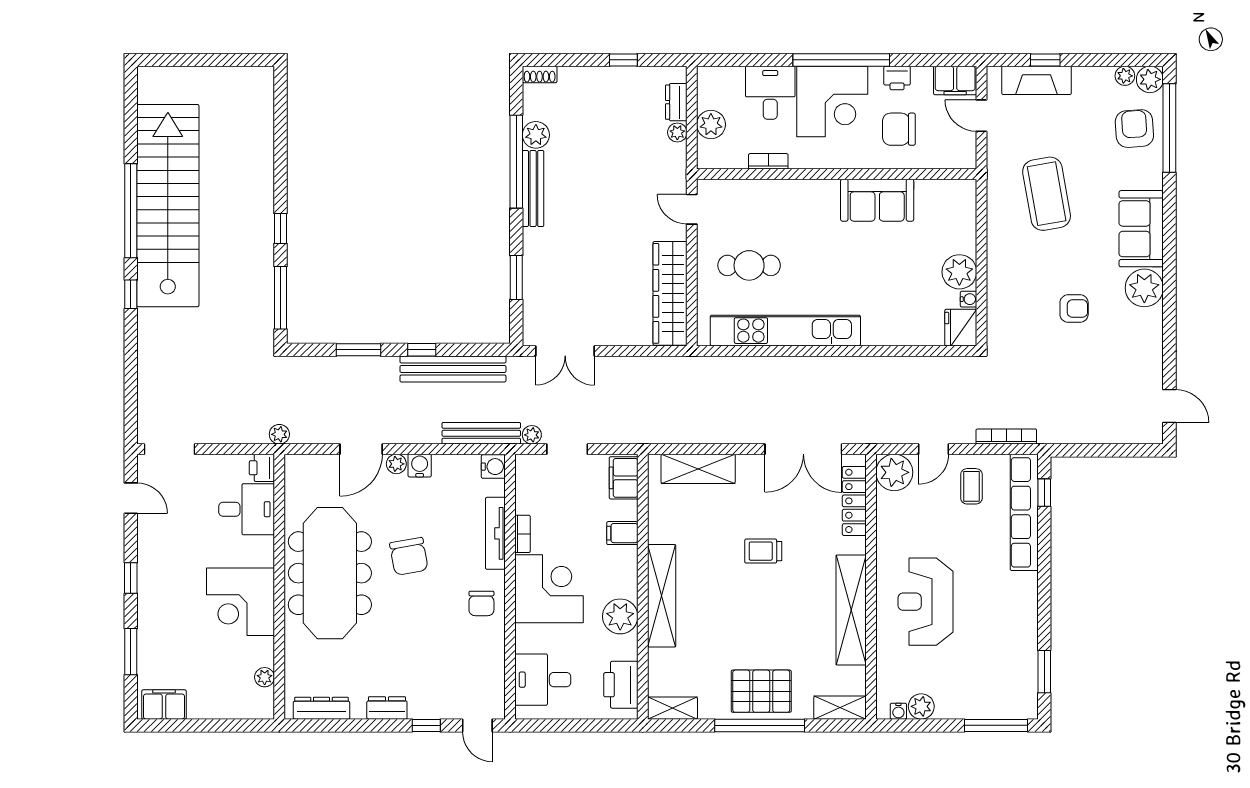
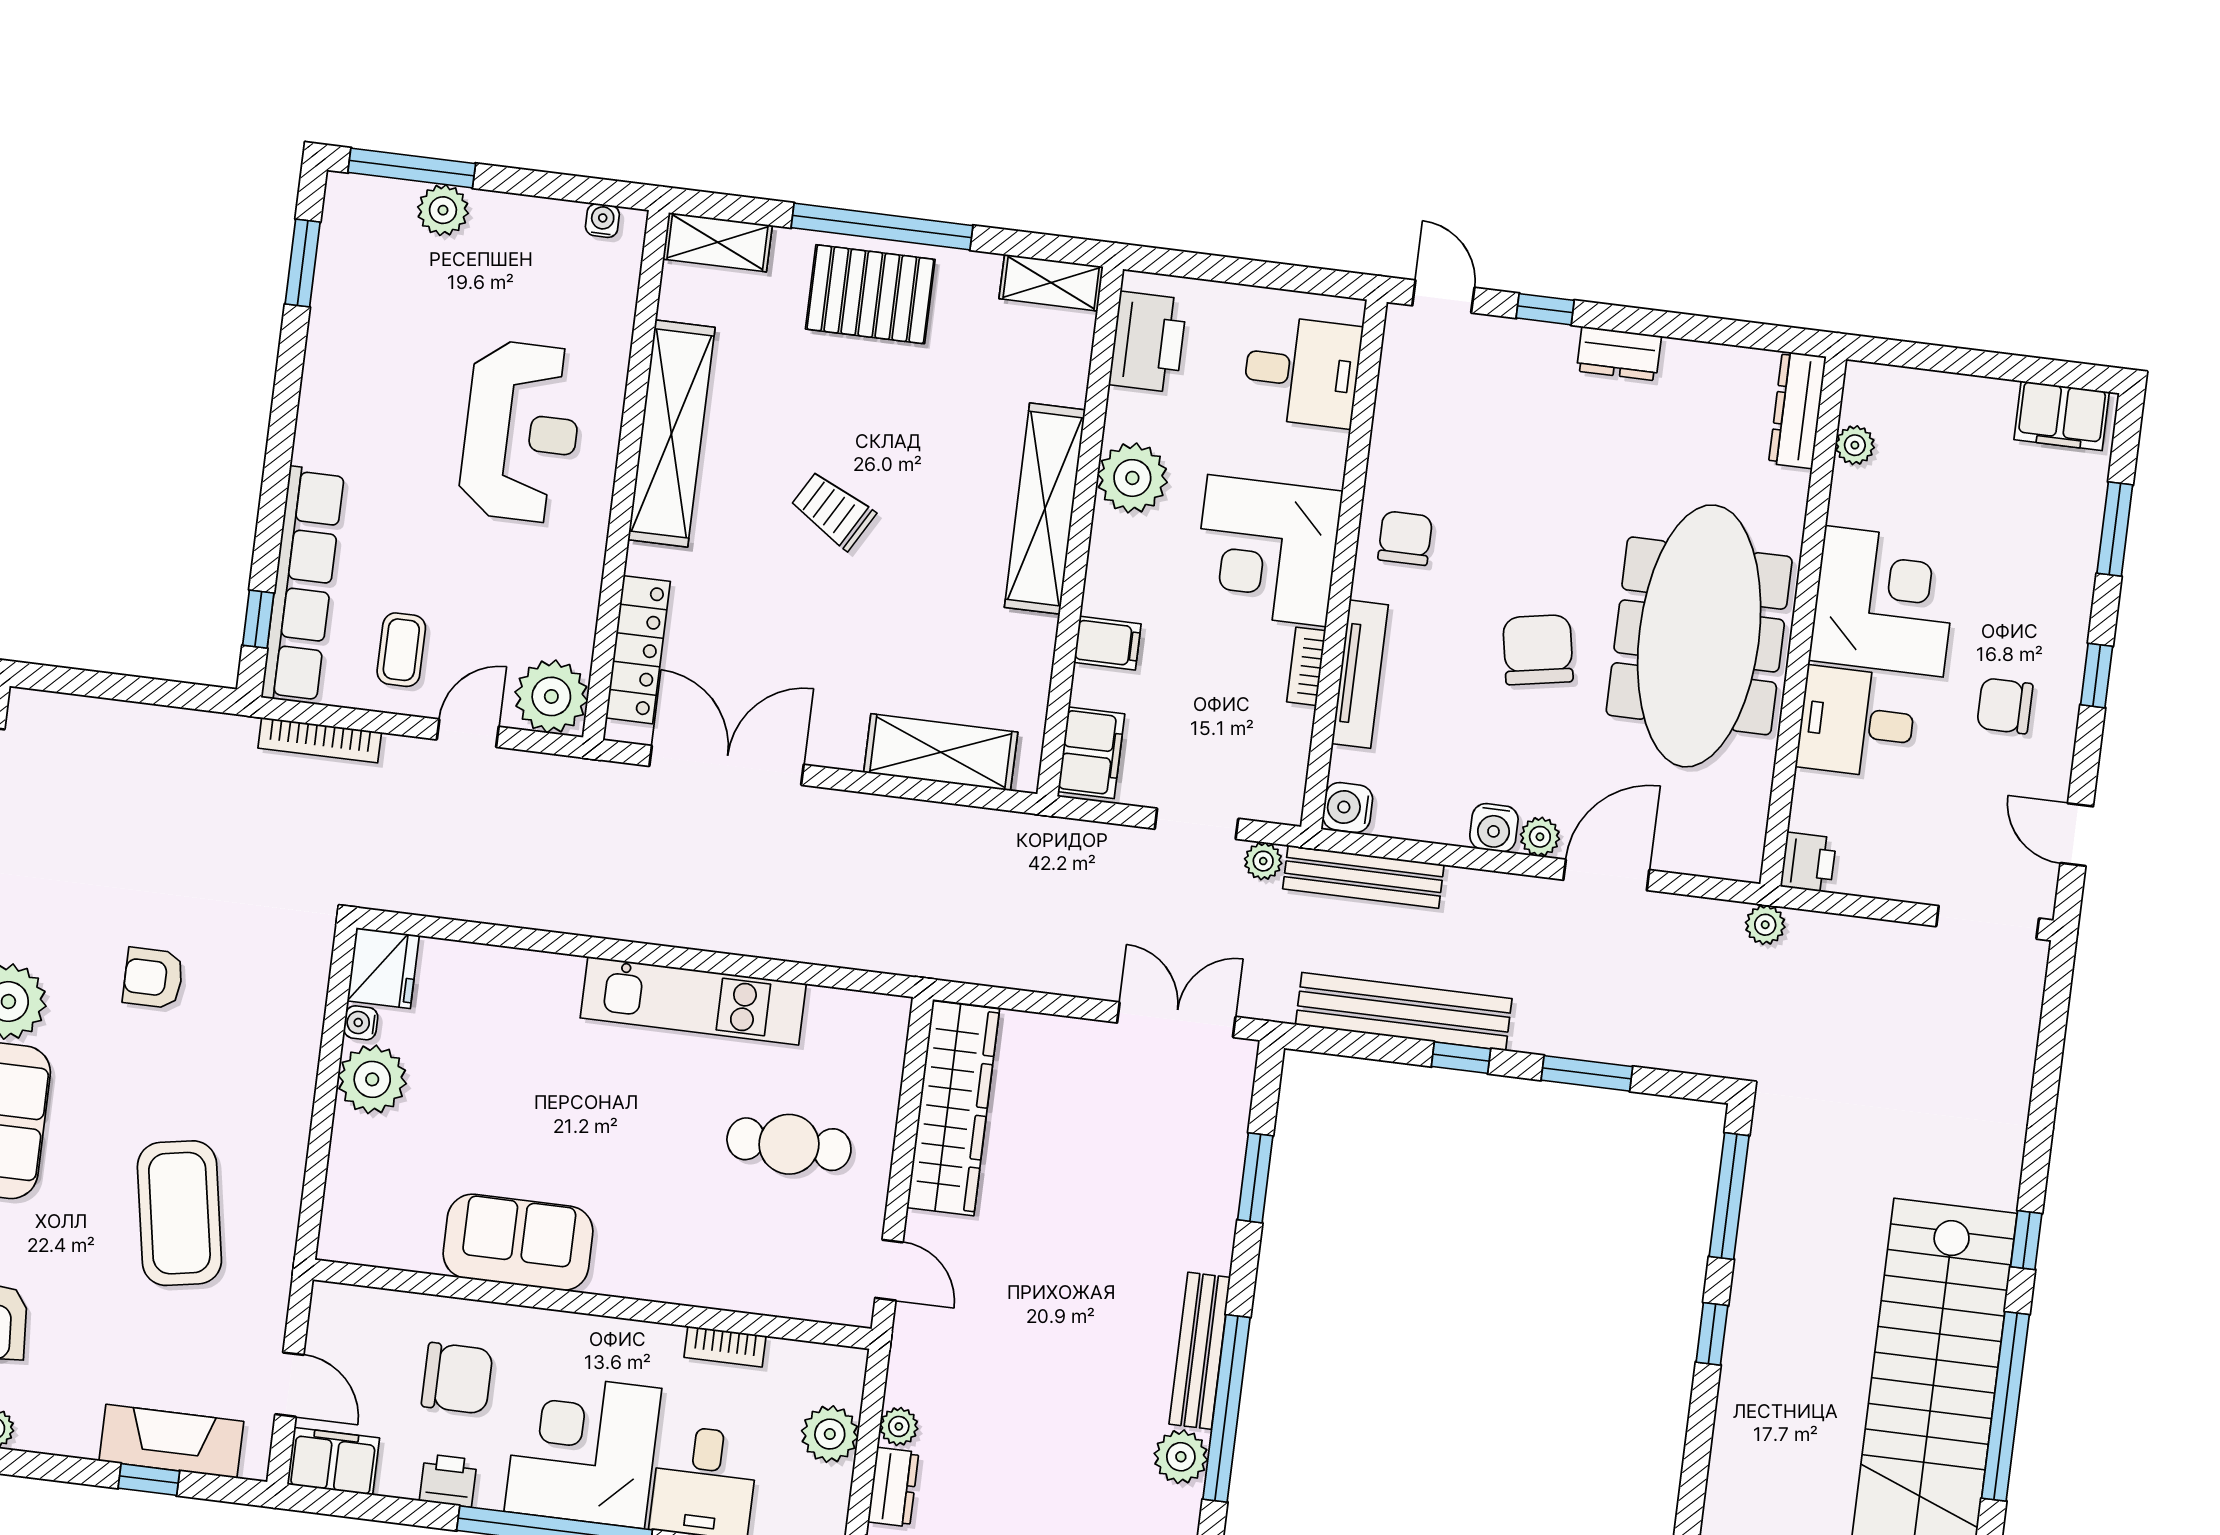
kitchen unit: (785, 331) -> (693, 1001), width x0.73
desk: (247, 509) -> (1857, 722), moved
trolley: (763, 551) -> (833, 510), moved, turned -150
chair: (174, 557) -> (2005, 706), added
plant: (921, 706) -> (443, 210), moved
dresser: (321, 708) -> (1797, 410), moved, turned 90

